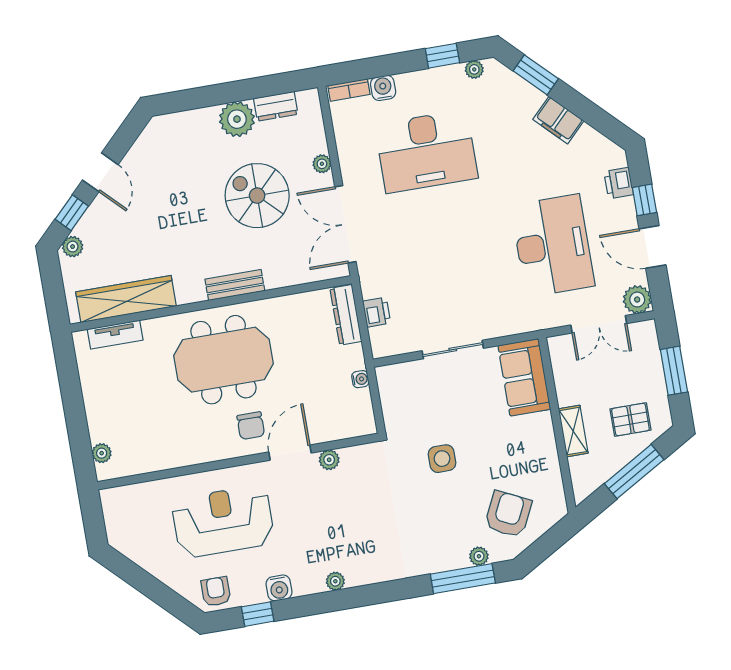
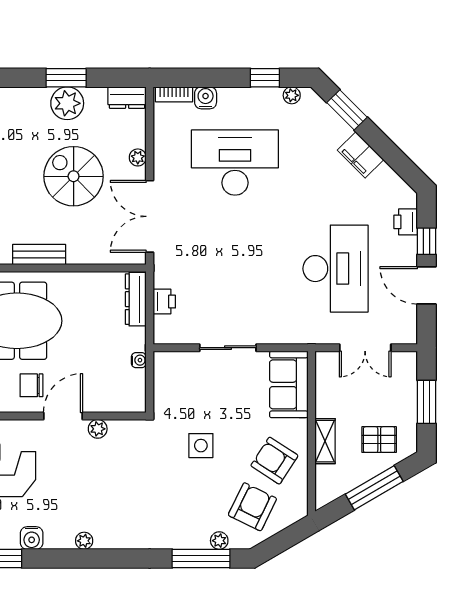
window: (231, 92) -> (66, 78), added
dresser: (276, 106) -> (127, 98), moved
desk: (426, 151) -> (235, 163), turned 180
plant: (637, 300) -> (404, 331), removed
chair: (251, 426) -> (31, 385), turned 90
armchair: (523, 461) -> (274, 461), added

